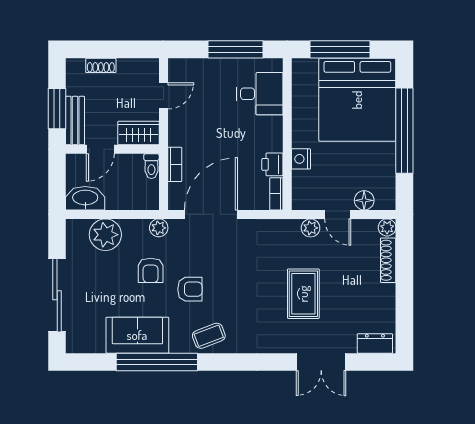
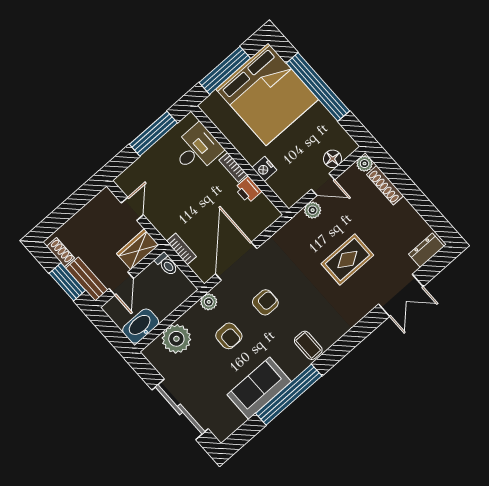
shoe rack: (101, 65) -> (60, 252), moved, turned -90
bookcase: (276, 194) -> (233, 167), moved
armchair: (190, 289) -> (265, 302), moved
rug: (303, 294) -> (347, 259), turned 90
coffee table: (209, 336) -> (308, 345), turned -69

